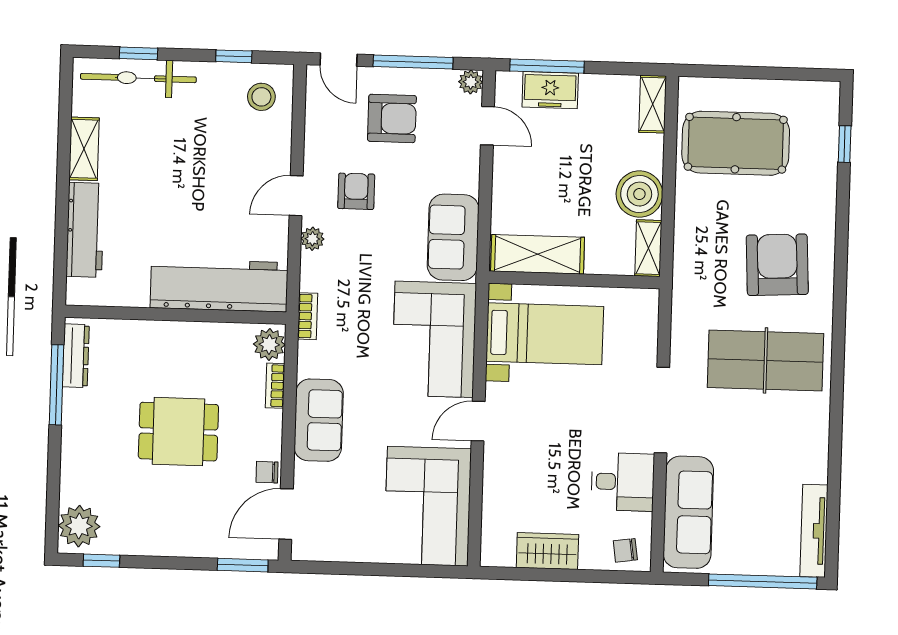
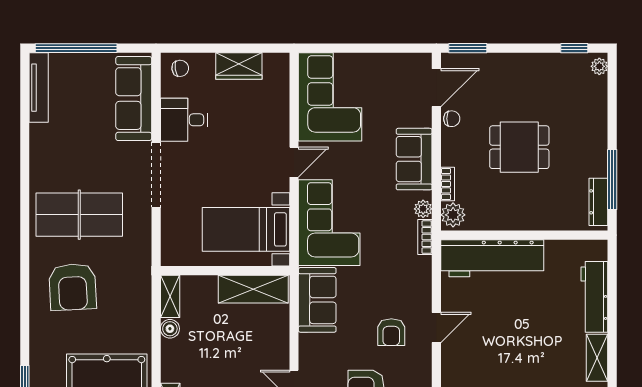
boiler: (639, 194) -> (170, 329), width x0.54, depth x0.54
plant: (312, 239) -> (423, 209), moved
plant: (79, 526) -> (599, 66), width x0.53, depth x0.53

